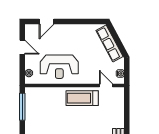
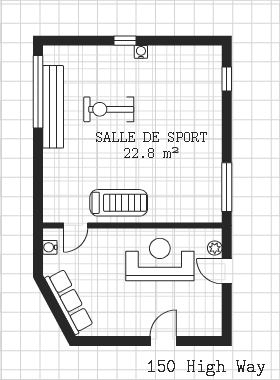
door: (47, 22) -> (163, 341), moved
door: (22, 47) -> (227, 271), moved
door: (106, 86) -> (76, 225), hinge flipped

